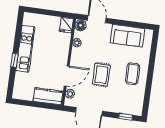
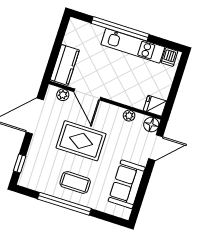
dishwasher: (29, 21) -> (169, 57), added
window: (14, 60) -> (120, 29), width x3.17
rug: (101, 75) -> (81, 141), width x1.36, depth x1.43
window: (150, 79) -> (64, 204), added

